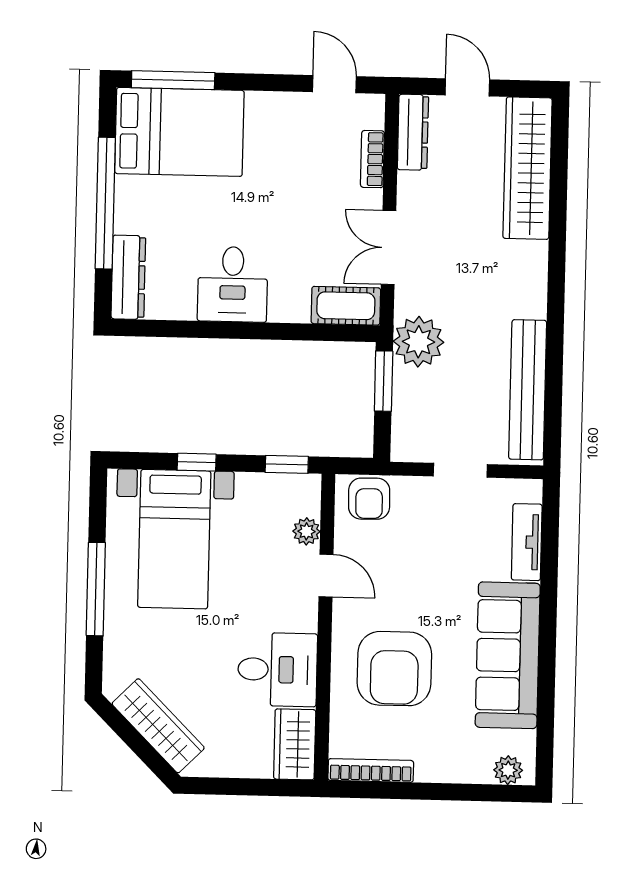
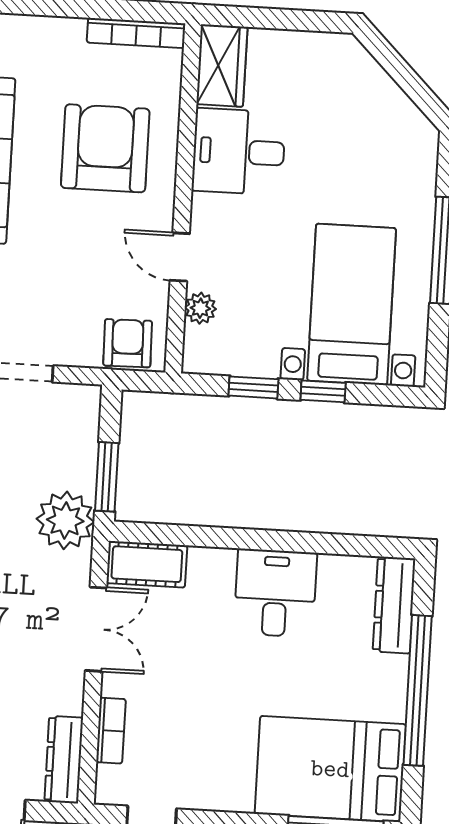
window: (287, 464) -> (253, 387), moved
wardrobe: (158, 726) -> (377, 92), removed

